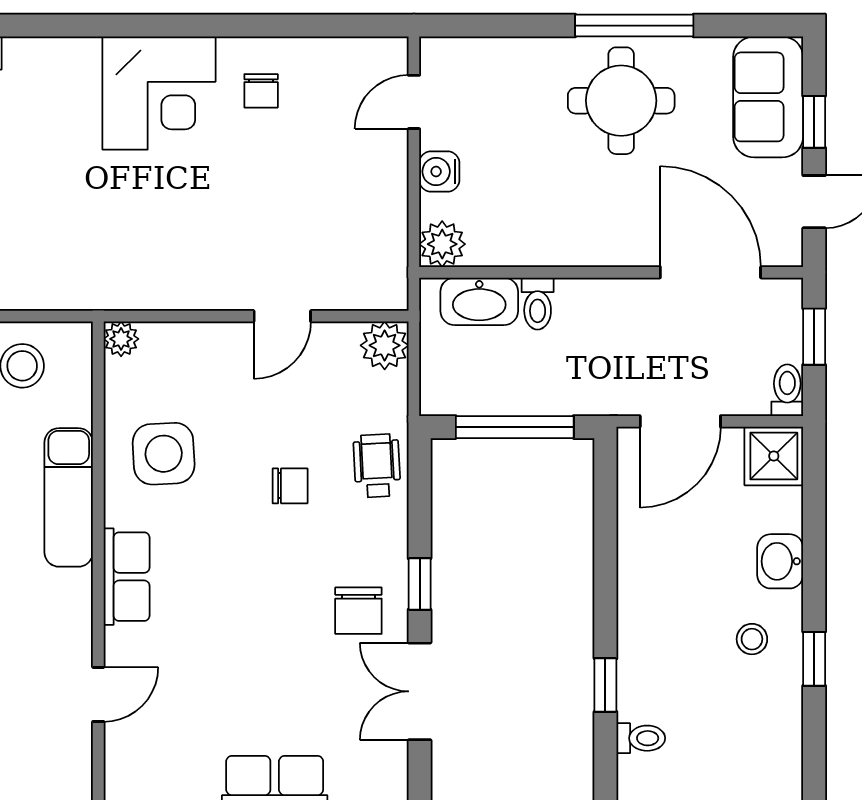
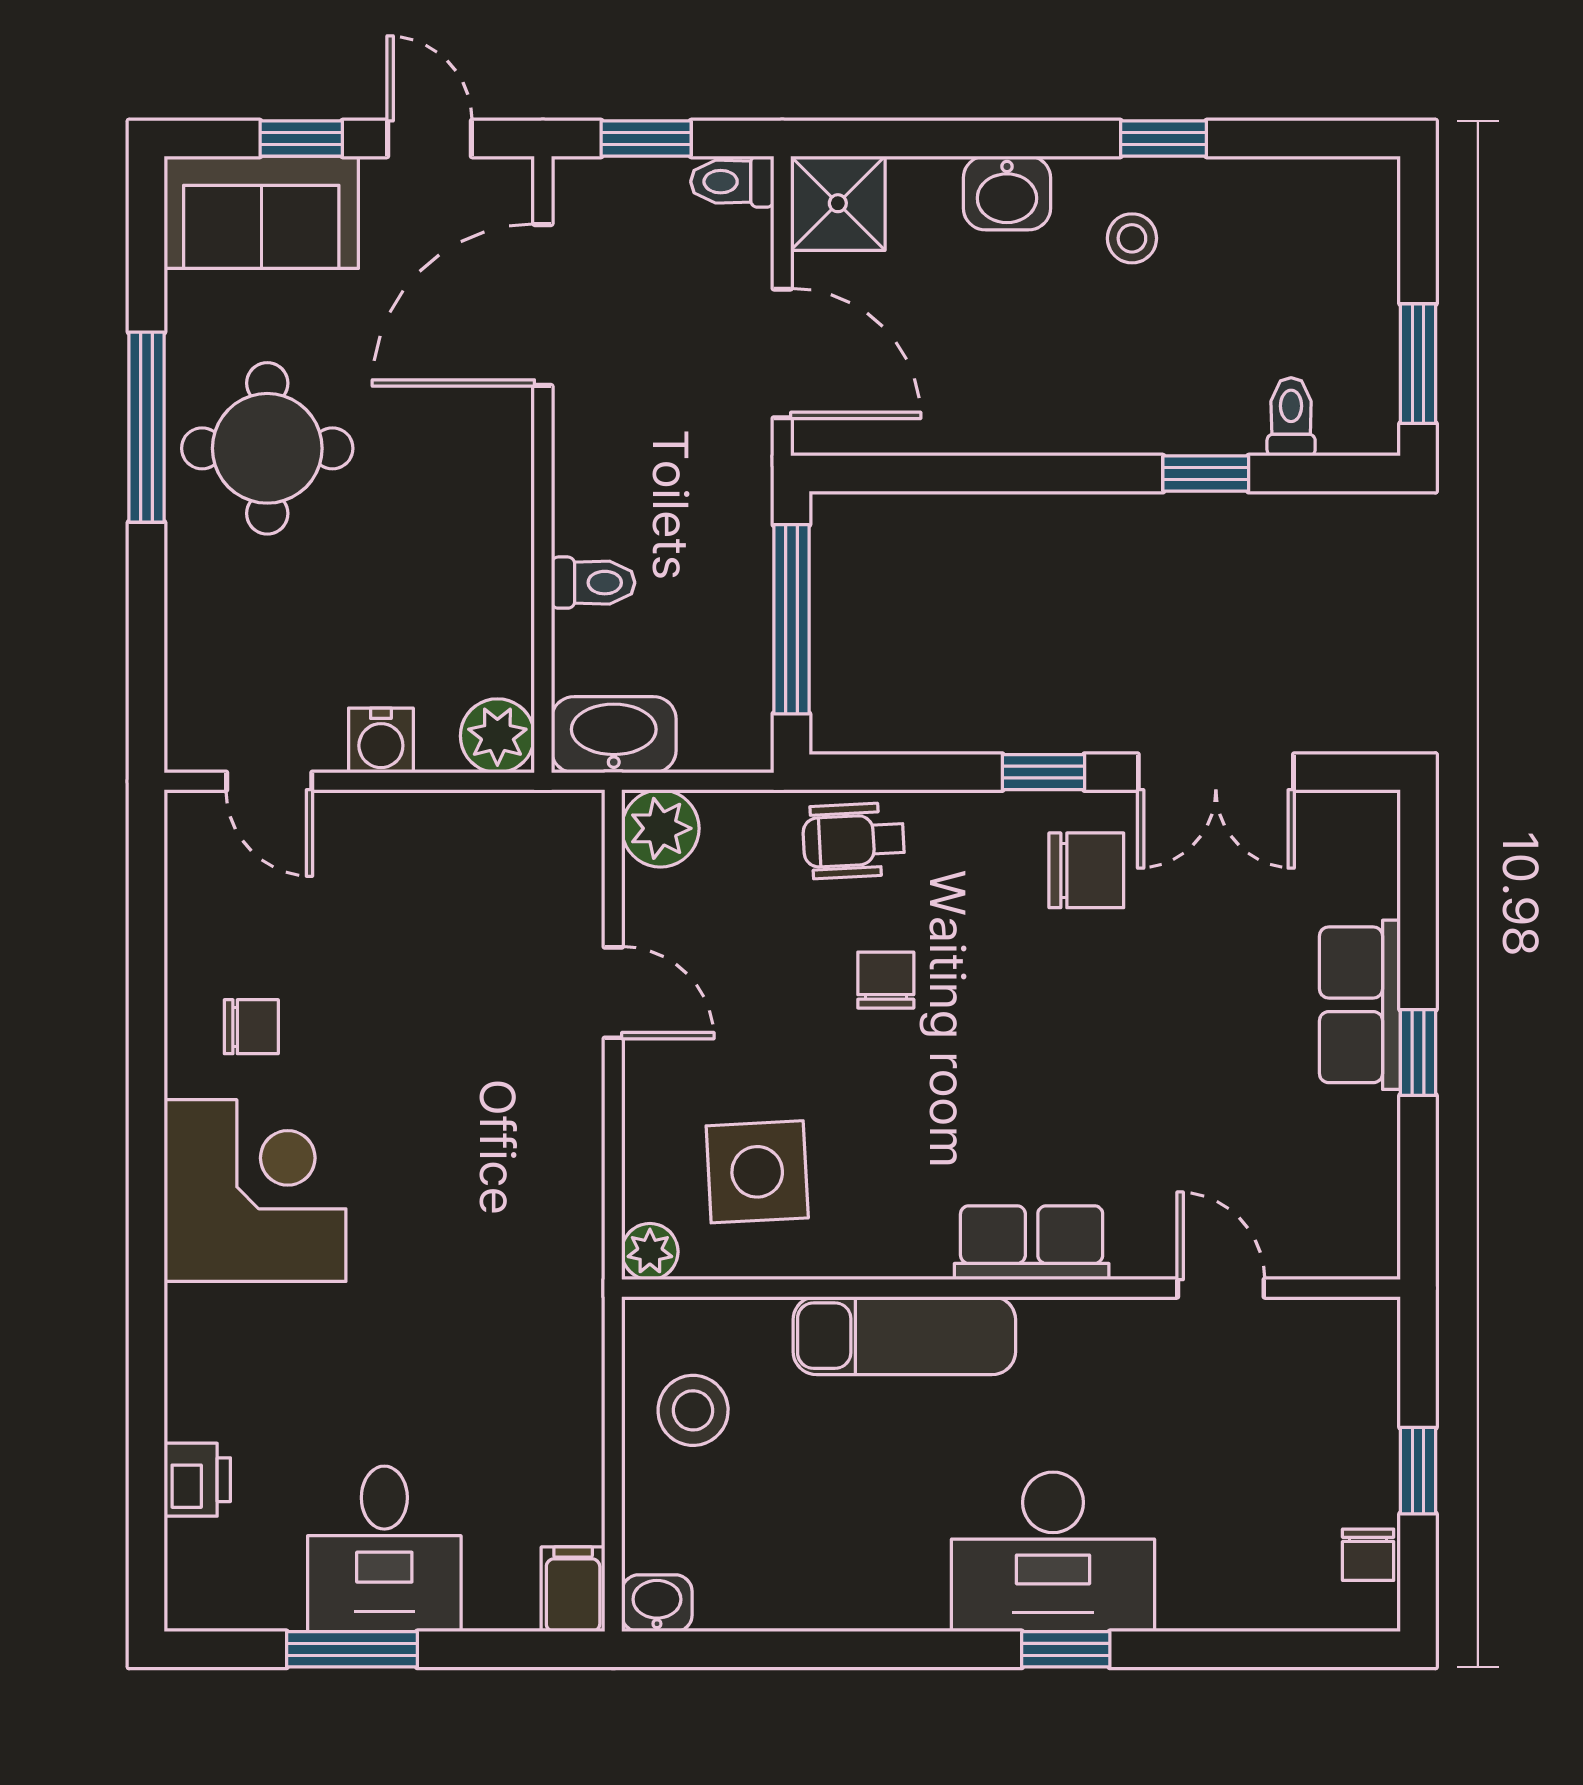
washbasin: (479, 301) -> (614, 735), moved, turned -90
side table: (164, 454) -> (757, 1172), moved

